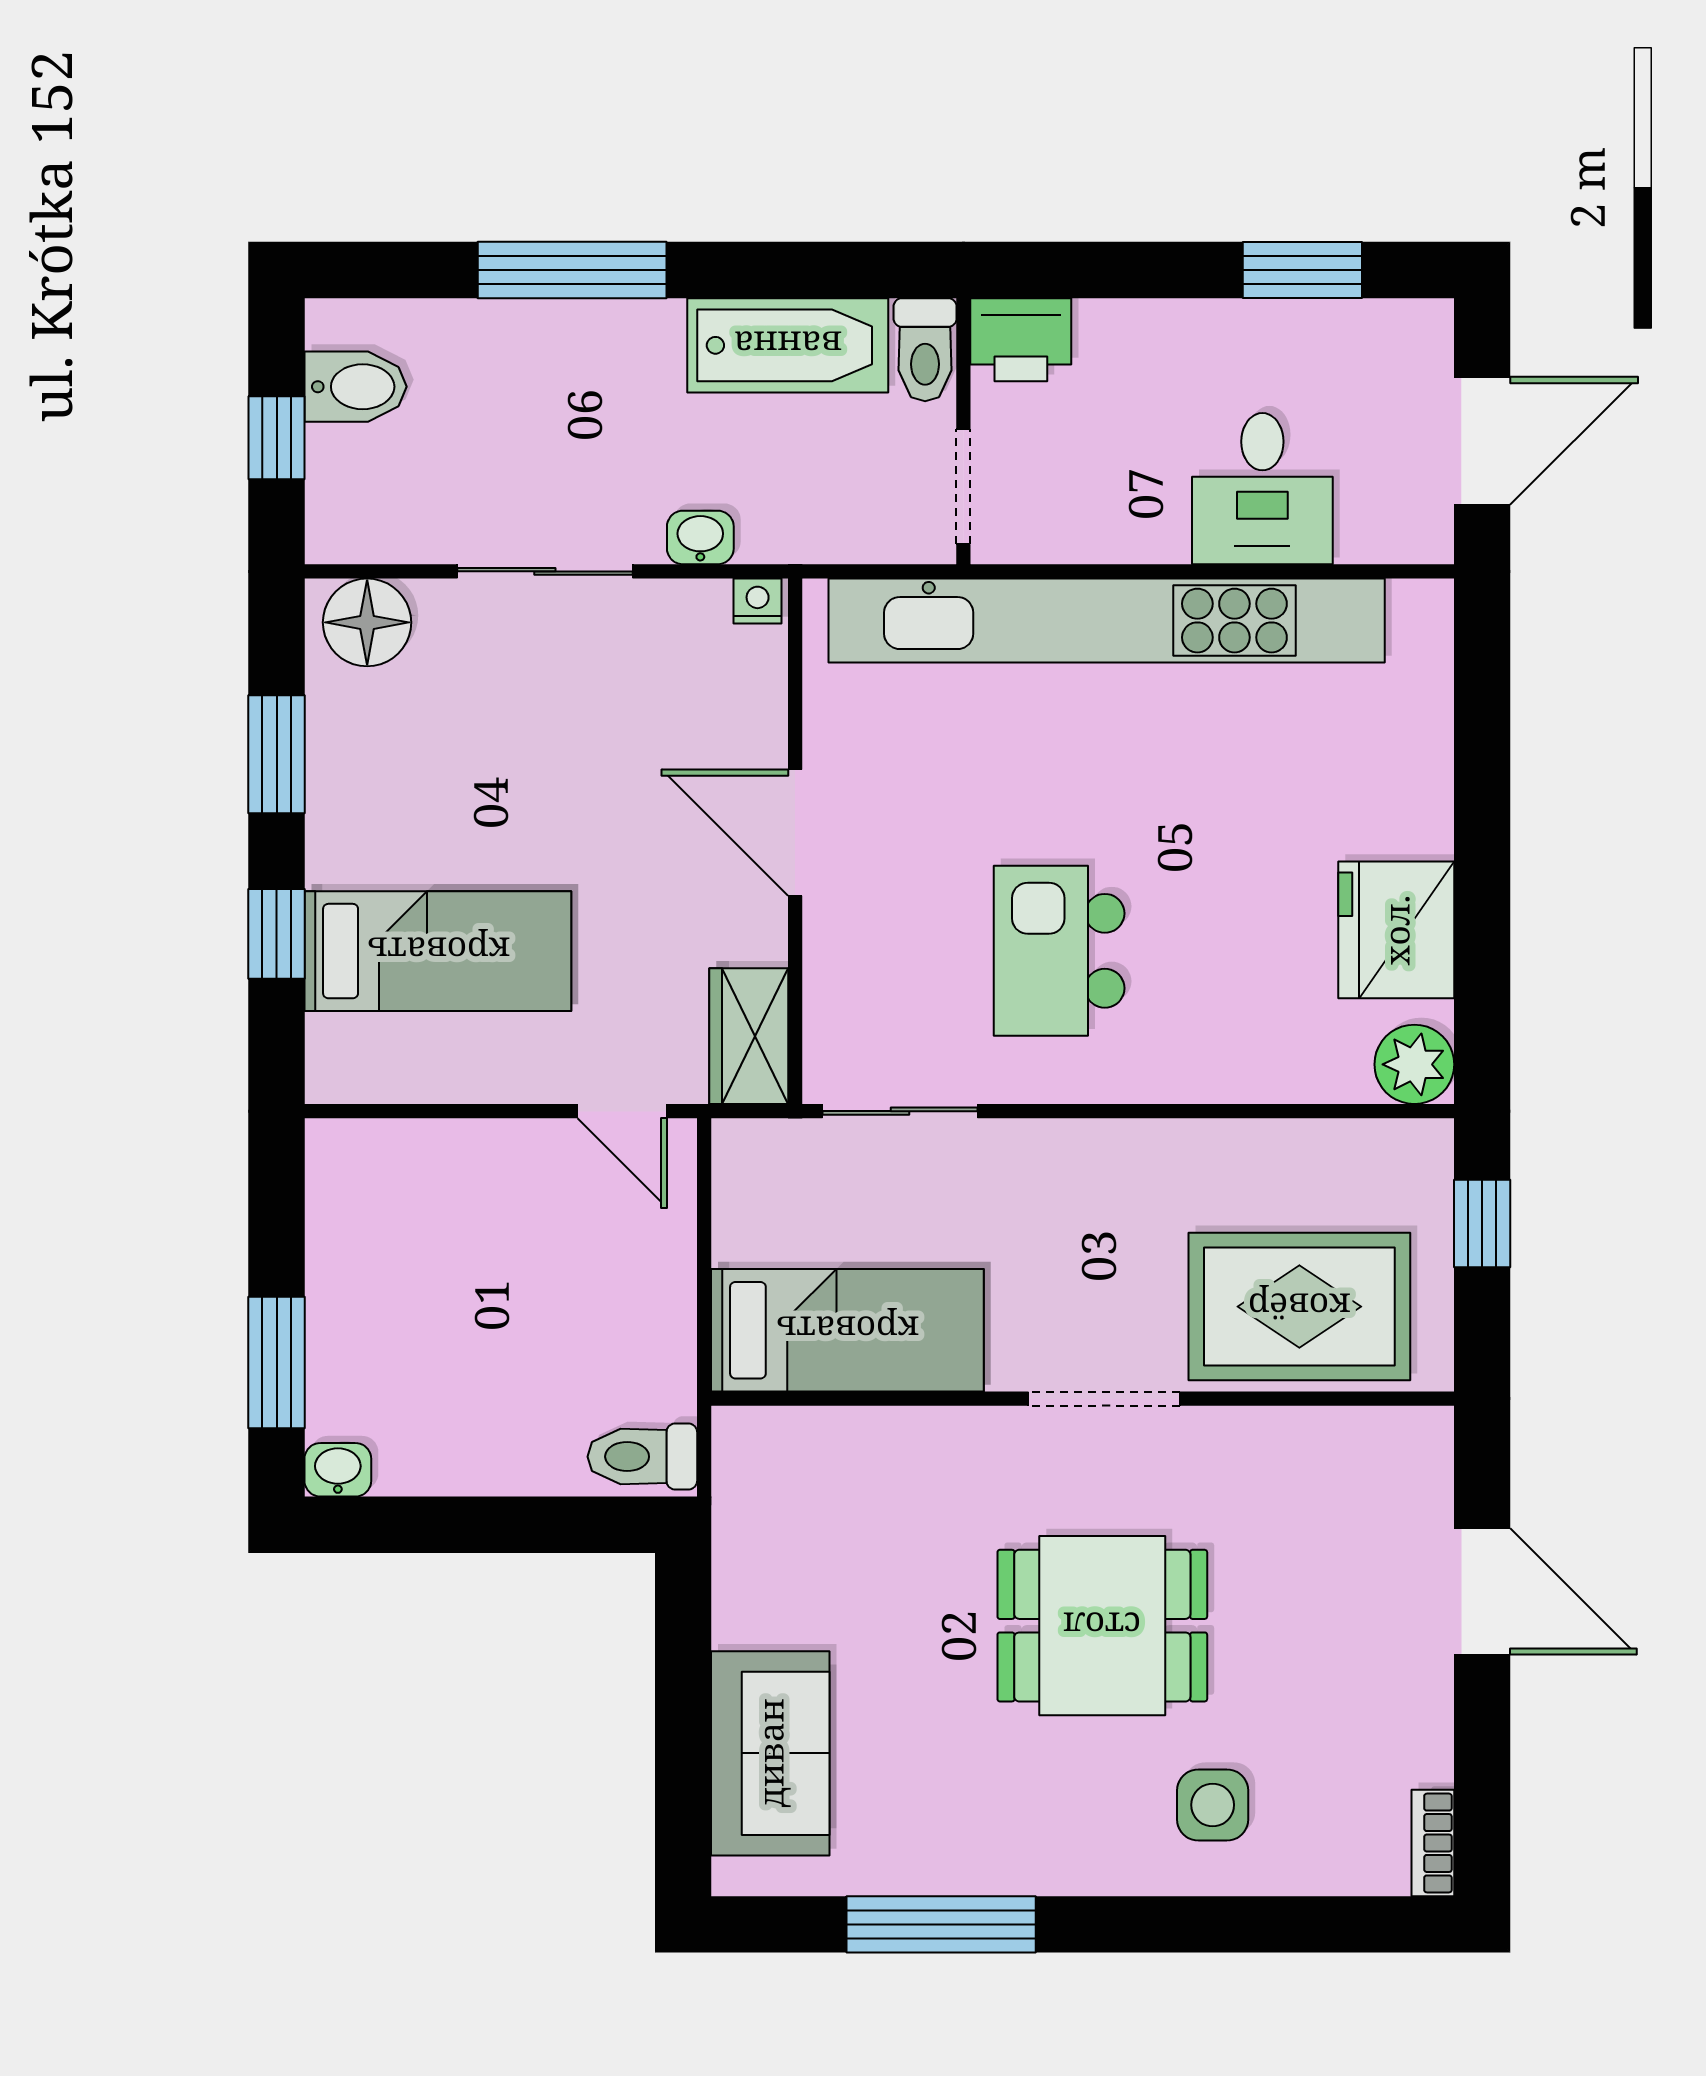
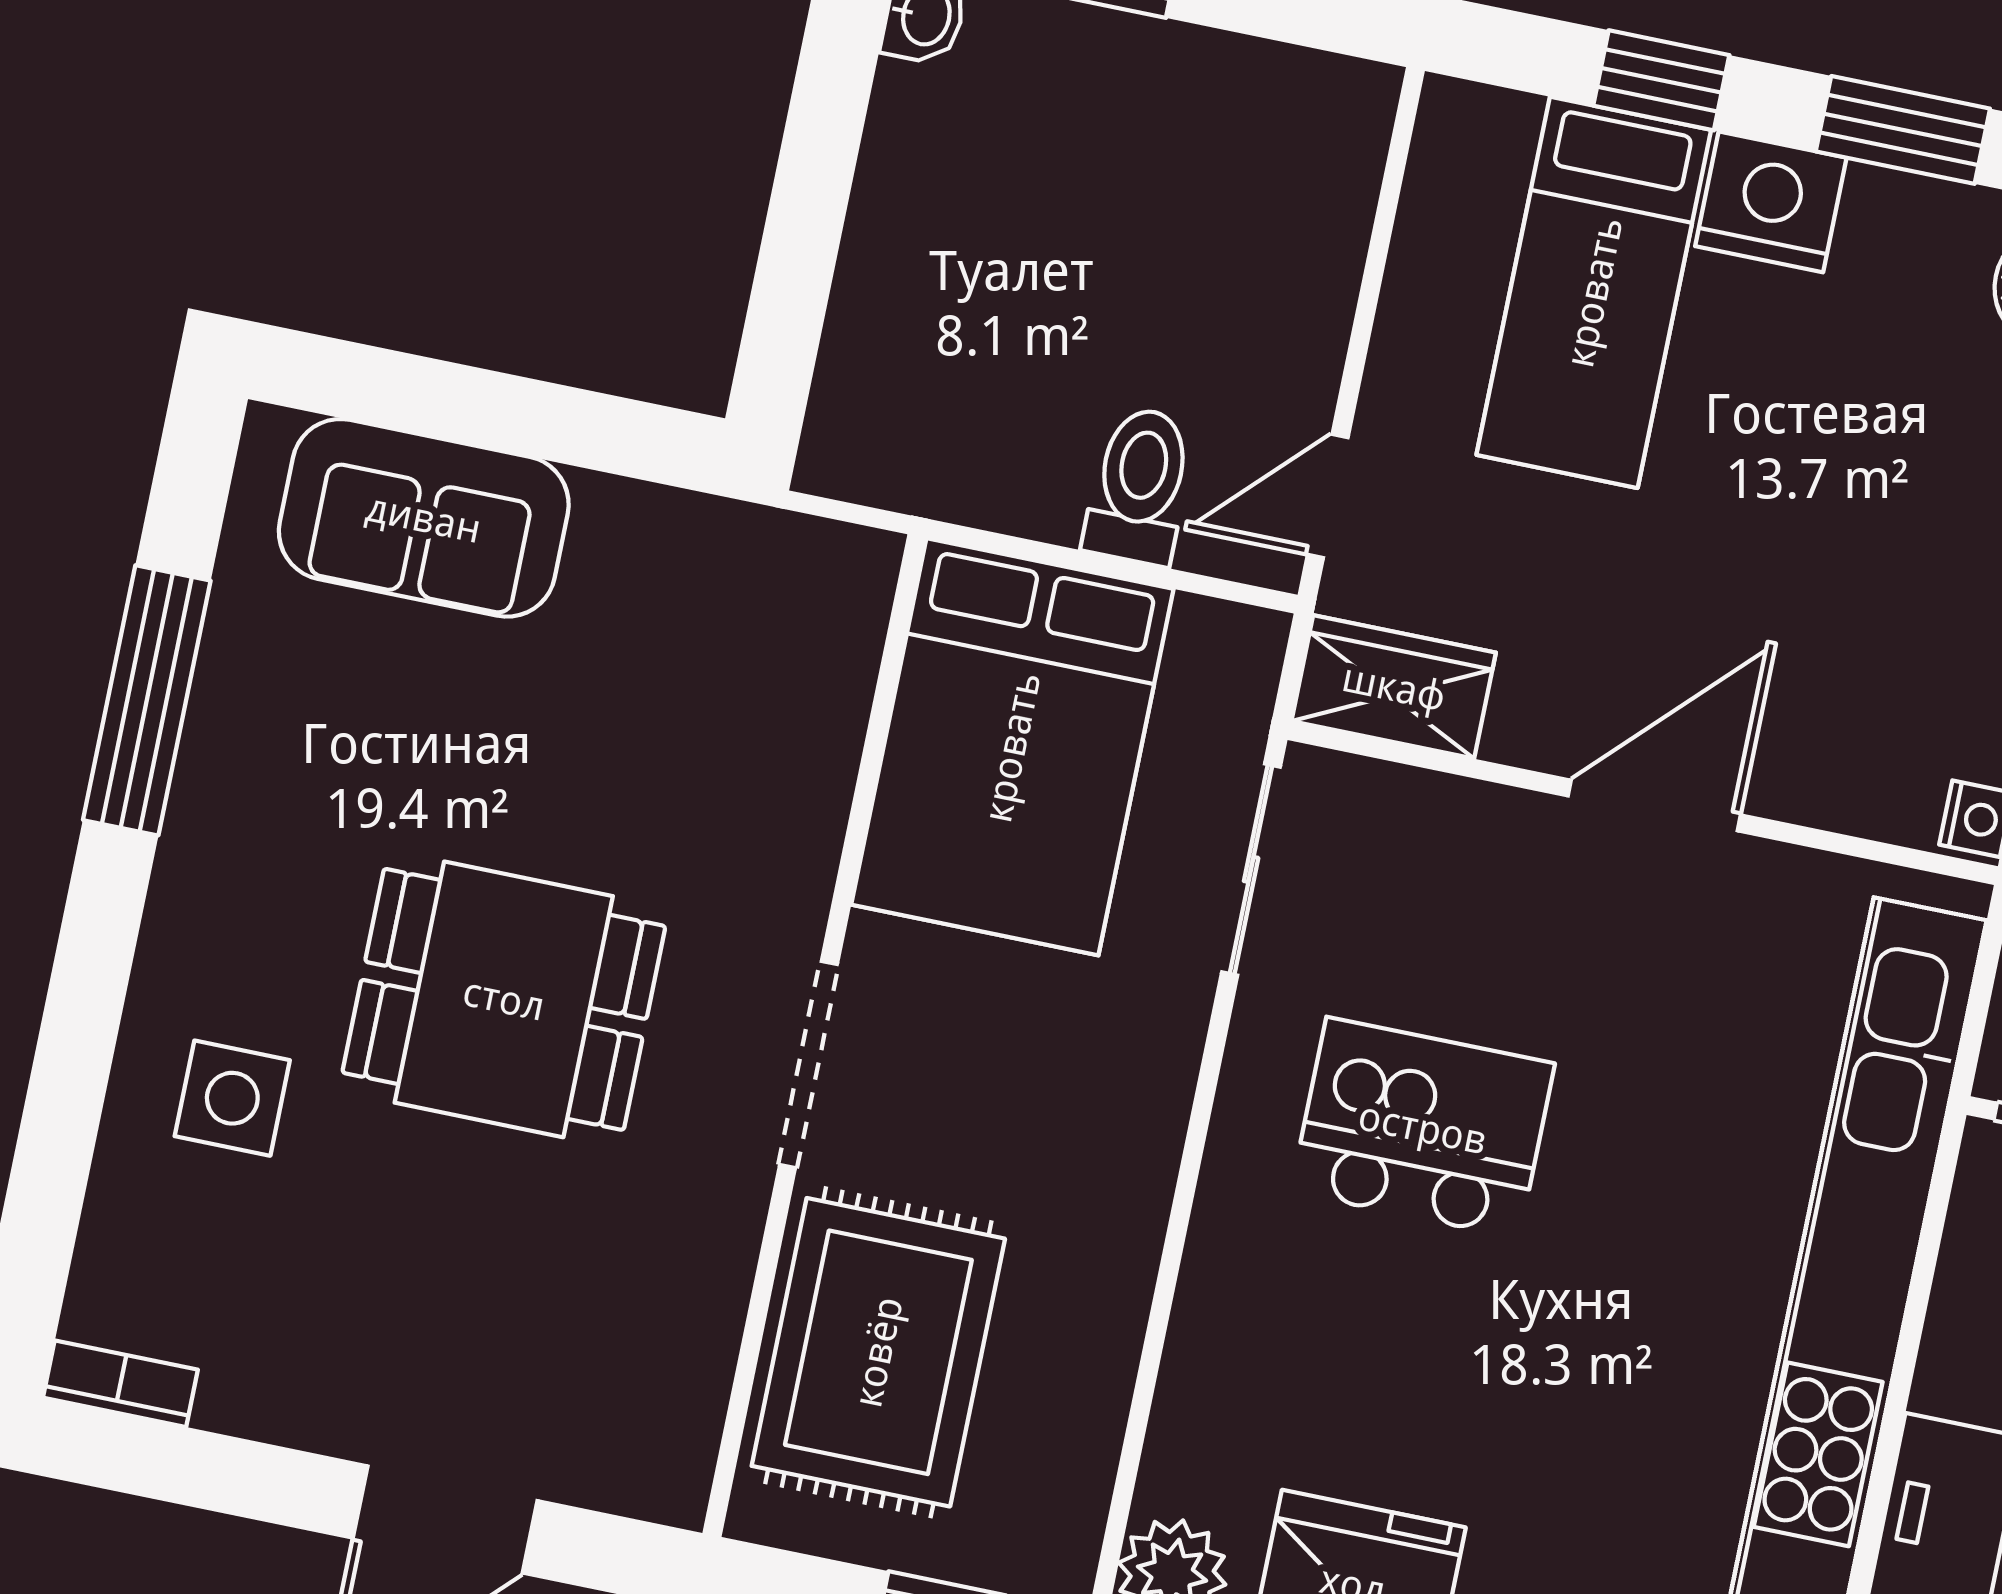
nightstand: (347, 838) -> (1771, 202), added
bed: (847, 1330) -> (1012, 747), width x1.50
toilet: (642, 1457) -> (1140, 486), moved
dining table: (1102, 1626) -> (504, 999), turned 90

